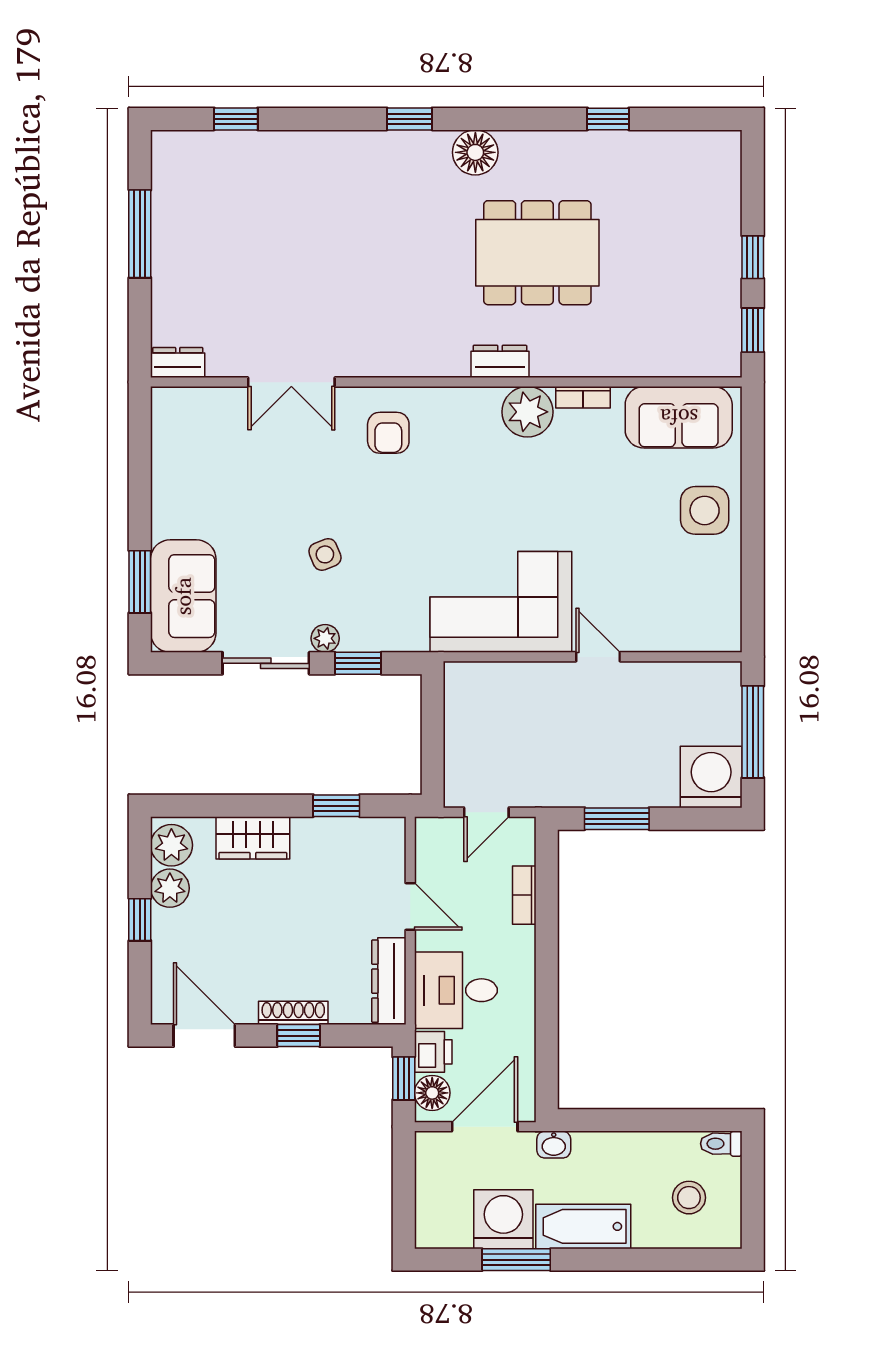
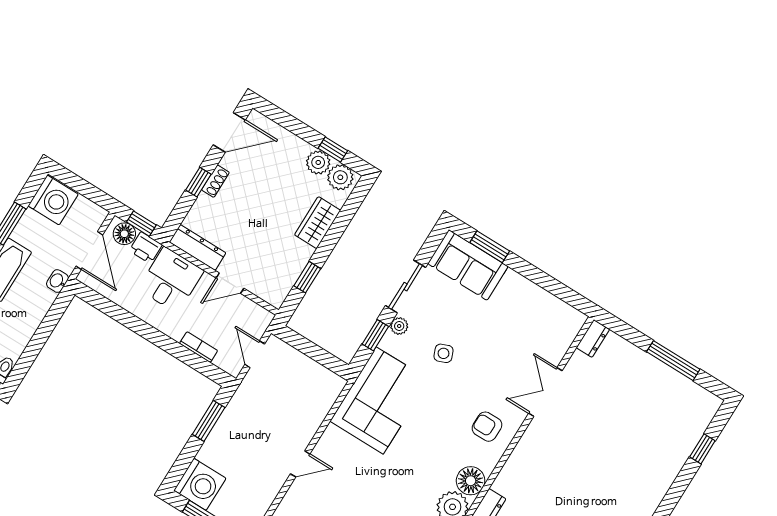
floor lamp: (476, 409) -> (471, 481), added
corner sofa: (501, 602) -> (380, 400), moved
window: (140, 920) -> (333, 150), moved
shoe rack: (293, 1013) -> (215, 181), width x0.70
washing machine: (503, 1219) -> (53, 200), moved

